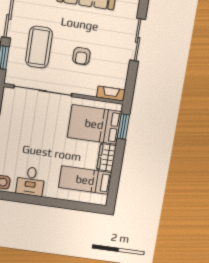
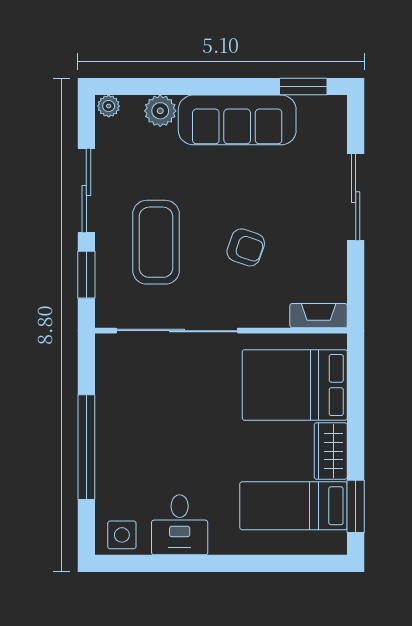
armchair: (81, 56) -> (246, 247), turned -71
window: (123, 127) -> (356, 506), moved

